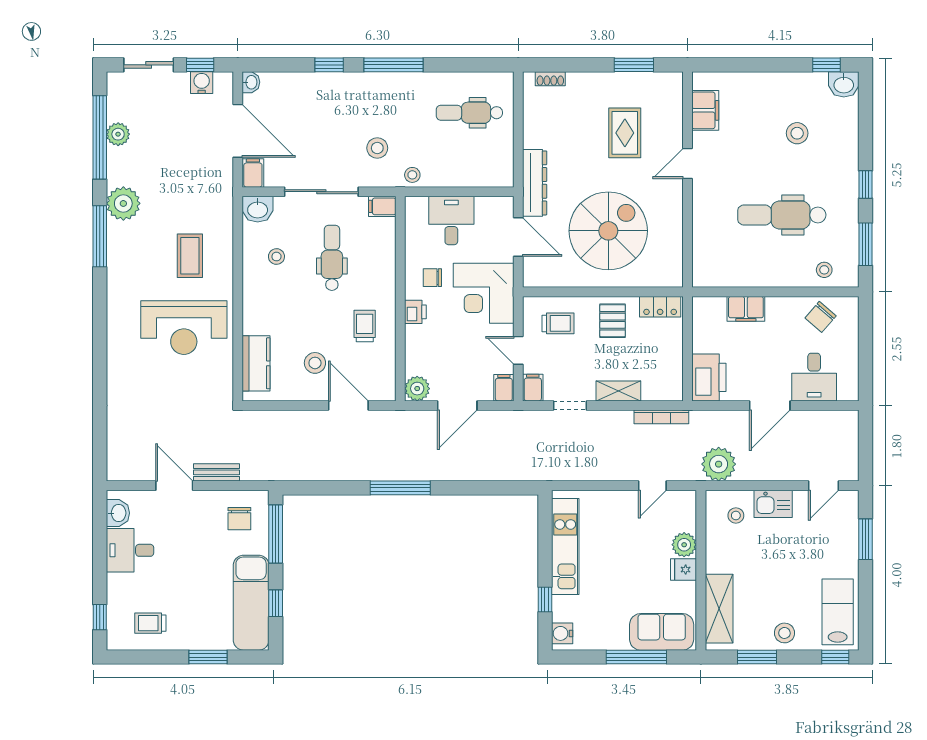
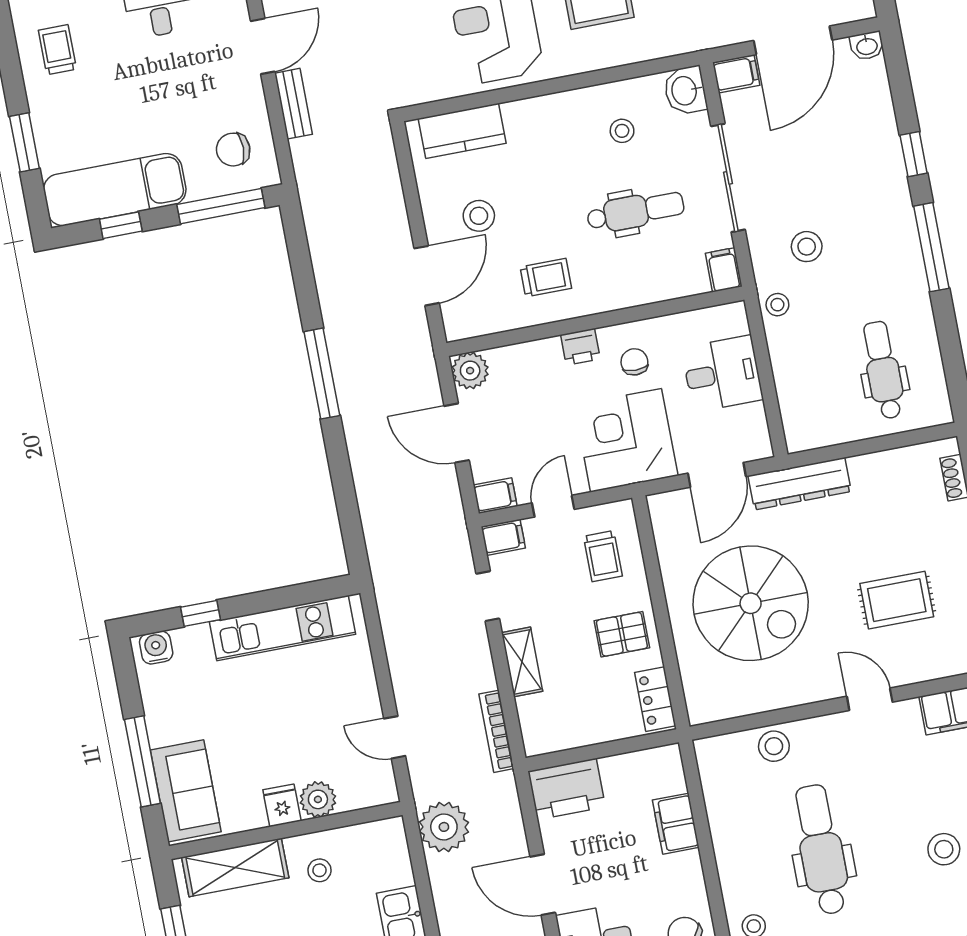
stool: (707, 234) -> (774, 746), added
stool: (736, 515) -> (319, 870), moved

